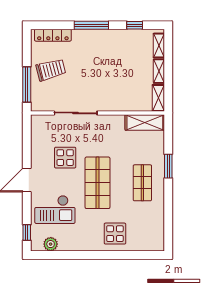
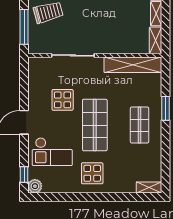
shelving: (145, 122) -> (133, 65), width x1.47
display table: (115, 234) -> (92, 173), moved
plant: (51, 244) -> (35, 186), moved
shelving: (152, 245) -> (149, 187), added

